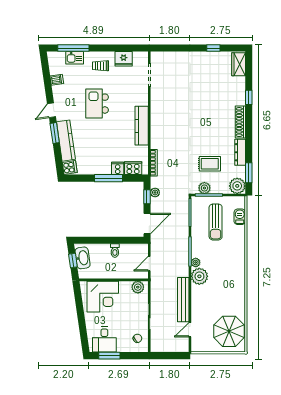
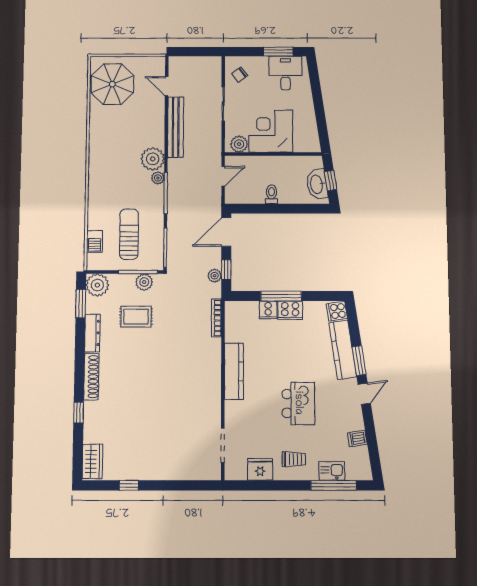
cooker: (133, 168) -> (290, 310), moved
corner desk: (103, 297) -> (271, 131), moved
door: (190, 330) -> (167, 86), swing flipped

